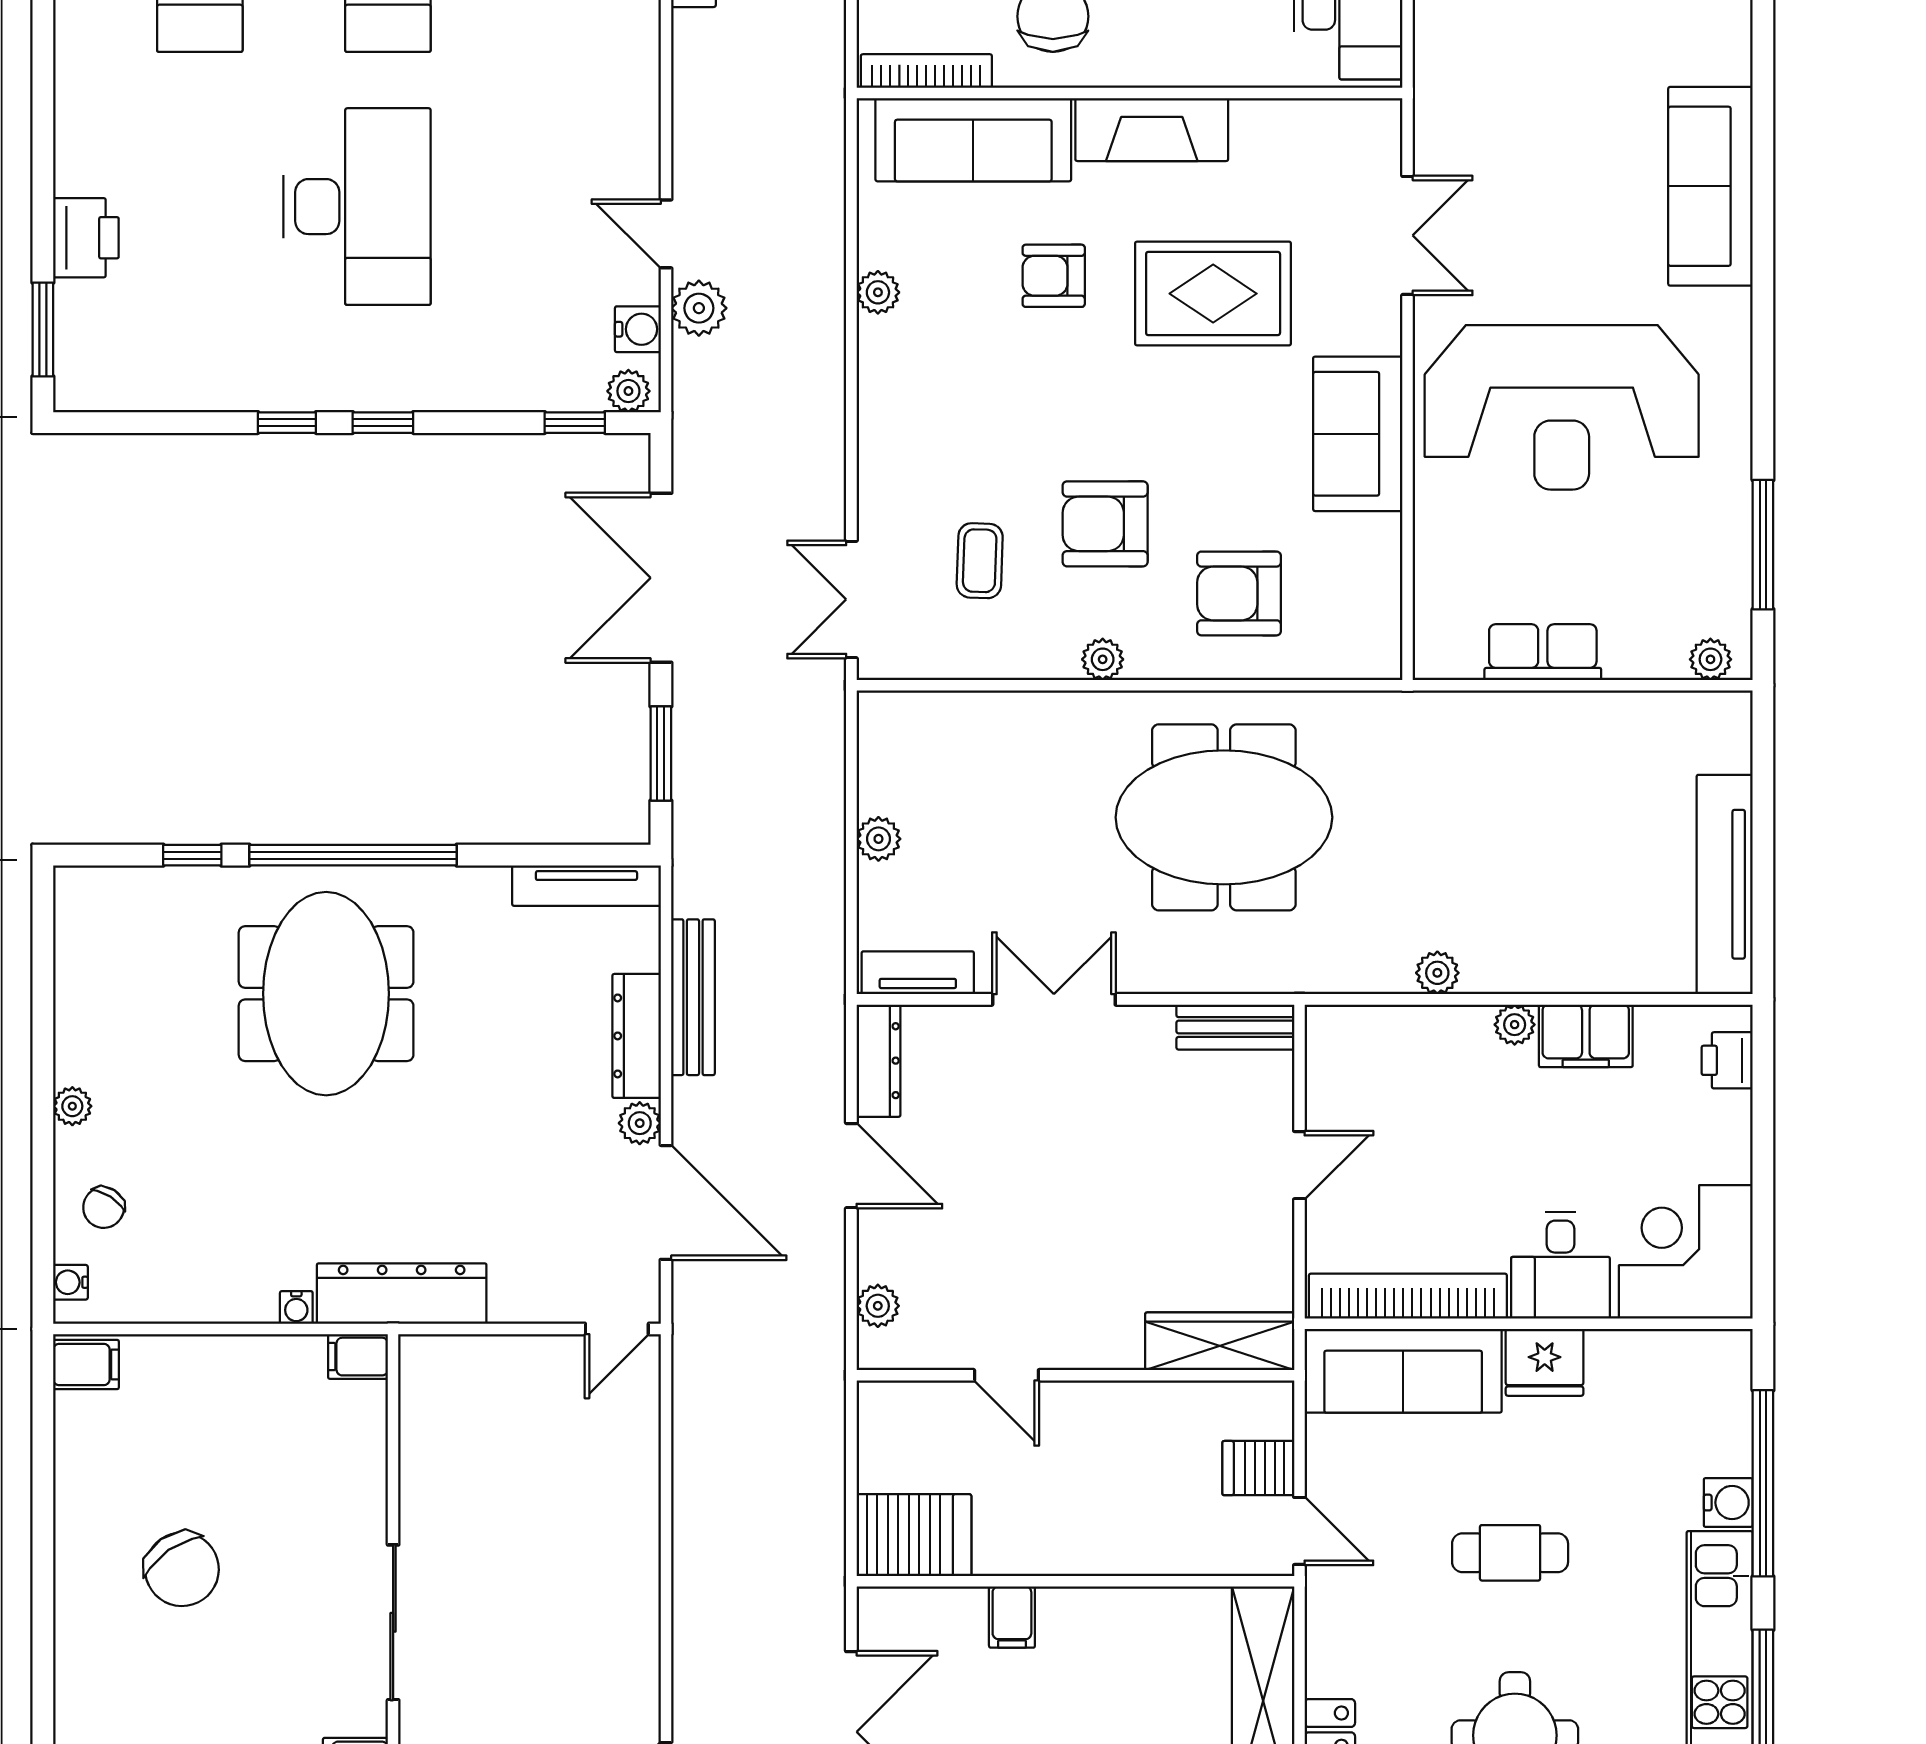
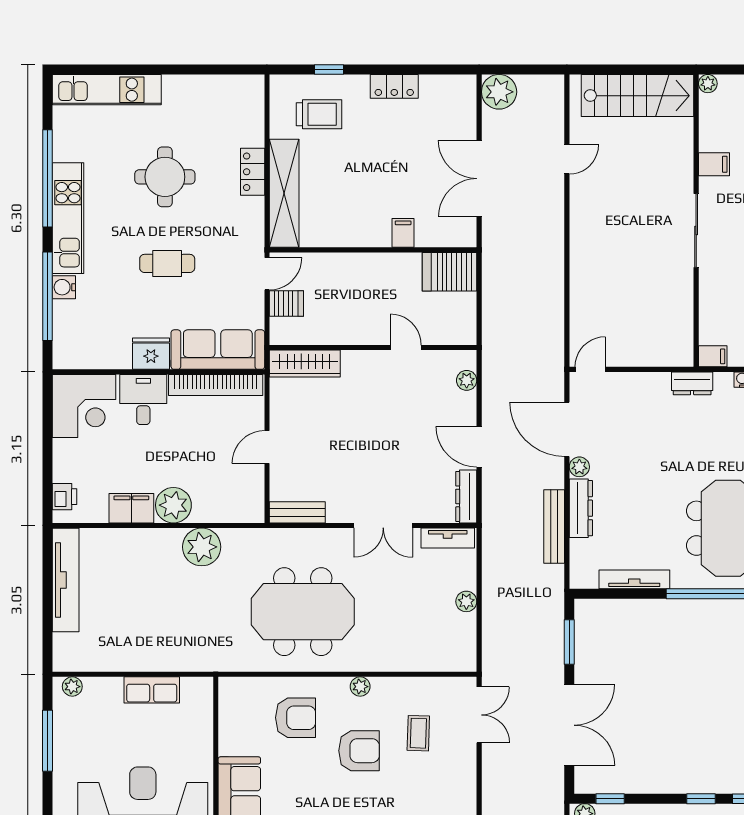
tv unit: (586, 886) -> (634, 579), moved
plant: (1437, 973) -> (202, 547), width x1.87, depth x1.87
plant: (1515, 1025) -> (173, 505), width x1.88, depth x1.88
dresser: (402, 1294) -> (692, 383), width x0.51, depth x0.80
door: (1299, 1531) -> (267, 274), swing flipped

